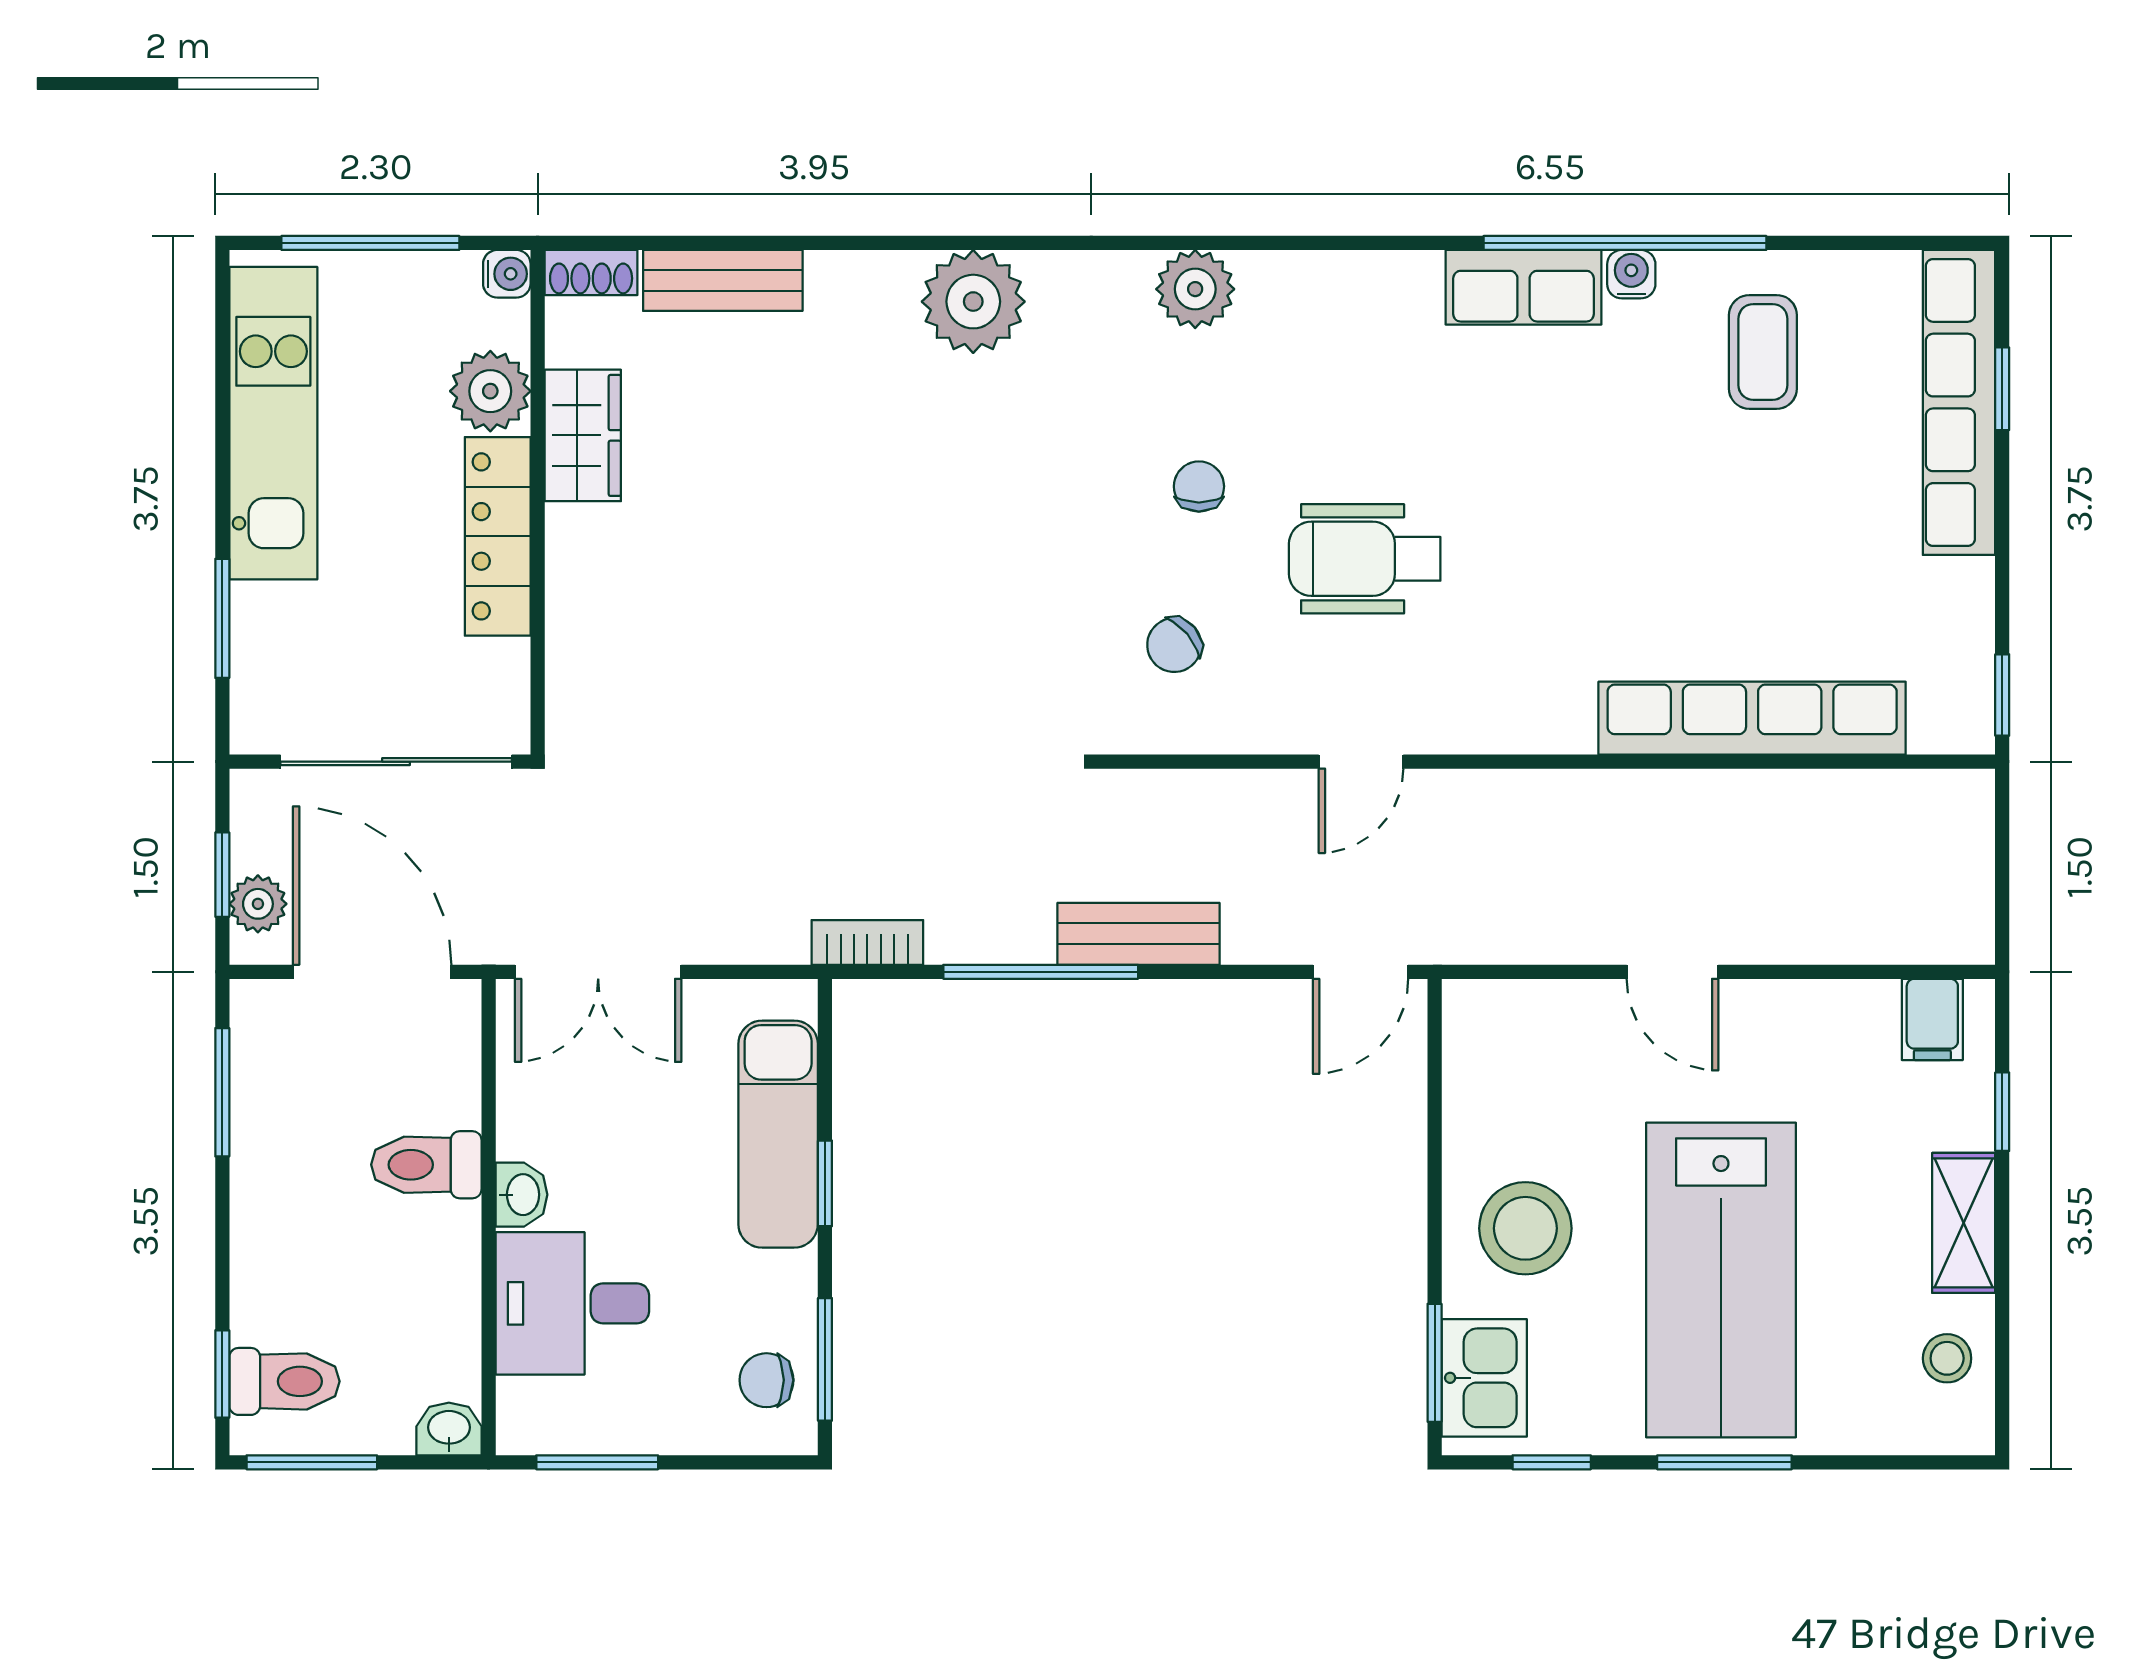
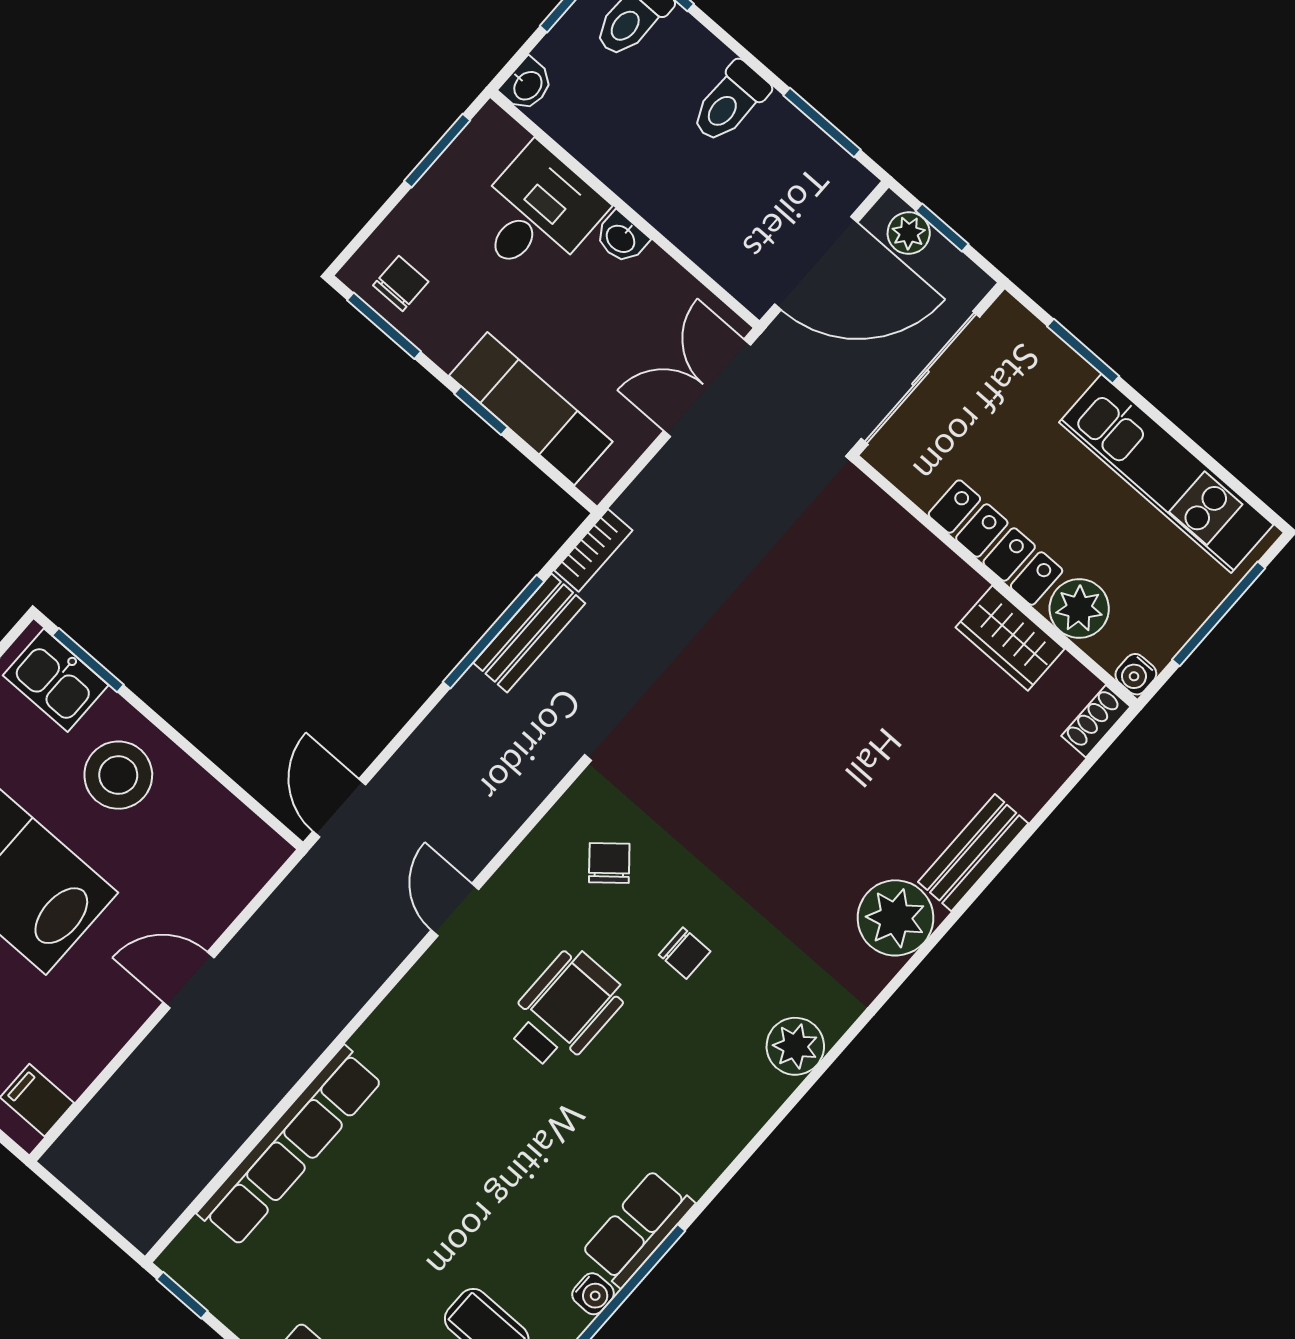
bench: (723, 280) -> (973, 853), moved
bench: (1138, 934) -> (529, 633), moved
toilet: (426, 1165) -> (730, 102), moved, turned 180

